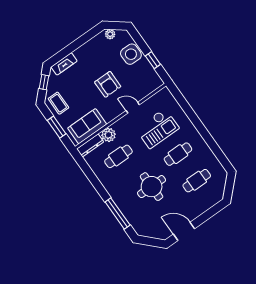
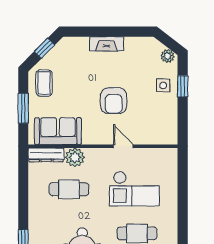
plant: (110, 34) -> (168, 56), moved
side table: (131, 54) -> (163, 85), width x0.54, depth x0.54
window: (153, 60) -> (183, 86), moved
fireplace: (64, 64) -> (106, 44), moved

